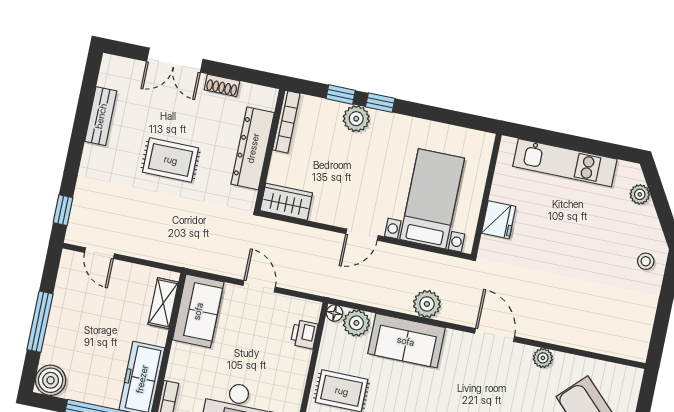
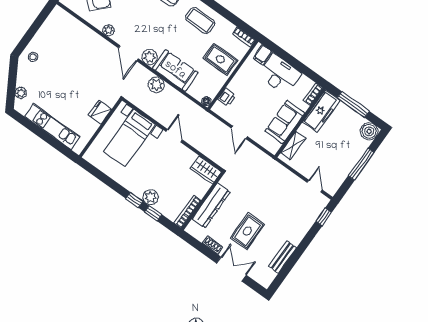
rug: (171, 160) -> (247, 231), moved, turned 90
door: (362, 235) -> (174, 136), hinge flipped
sofa: (198, 311) -> (285, 122), moved
plant: (356, 323) -> (149, 57), moved

